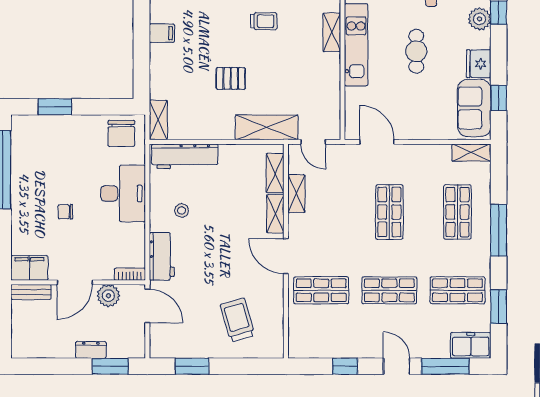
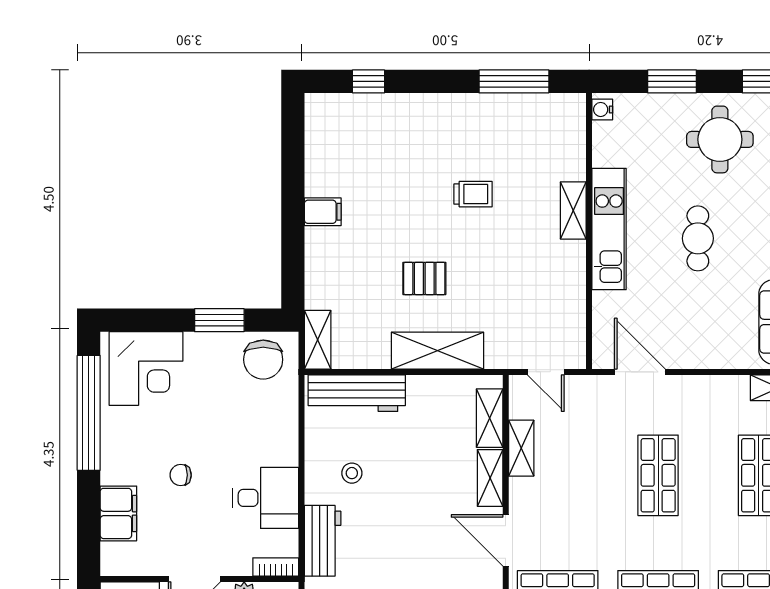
window: (55, 107) -> (219, 320), moved
shelving: (267, 127) -> (437, 351), moved
corner desk: (42, 140) -> (146, 369), added
desk: (123, 193) -> (266, 498), moved, width x0.73
filing cabinet: (29, 268) -> (118, 513), moved, turned 90

